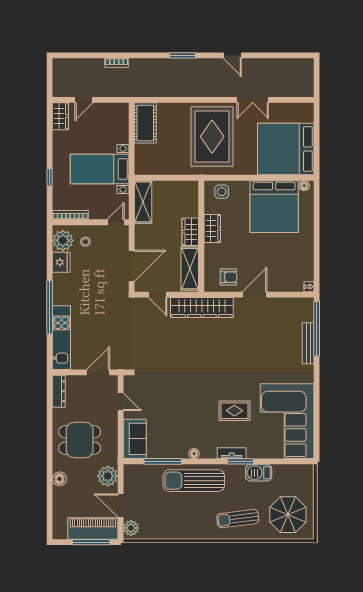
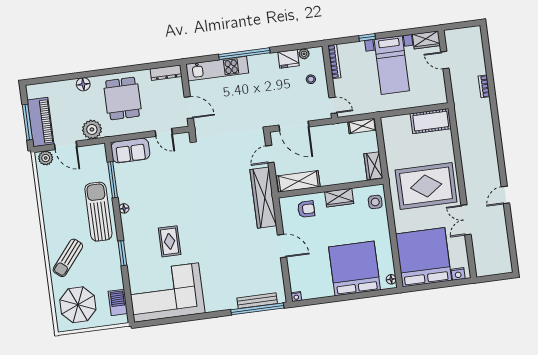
window: (182, 55) -> (499, 148), removed
nightstand: (308, 115) -> (458, 274), added
bed with nightstands: (100, 169) -> (392, 65), moved, turned 180
shelving: (143, 202) -> (362, 126), width x0.67, depth x0.75
bed: (274, 207) -> (355, 268), moved, turned 90
wardrobe: (190, 232) -> (373, 166), moved, turned -90
plant: (63, 240) -> (304, 54), width x0.53, depth x0.53
armchair: (229, 277) -> (306, 209), moved, turned -90
bench: (308, 343) -> (257, 301), moved
door: (121, 402) -> (164, 132), hinge flipped
tv unit: (232, 453) -> (129, 244), removed
barbecue: (259, 473) -> (118, 302), moved
door: (121, 506) -> (66, 145), swing flipped
sun lounger: (238, 519) -> (68, 258), turned -134

